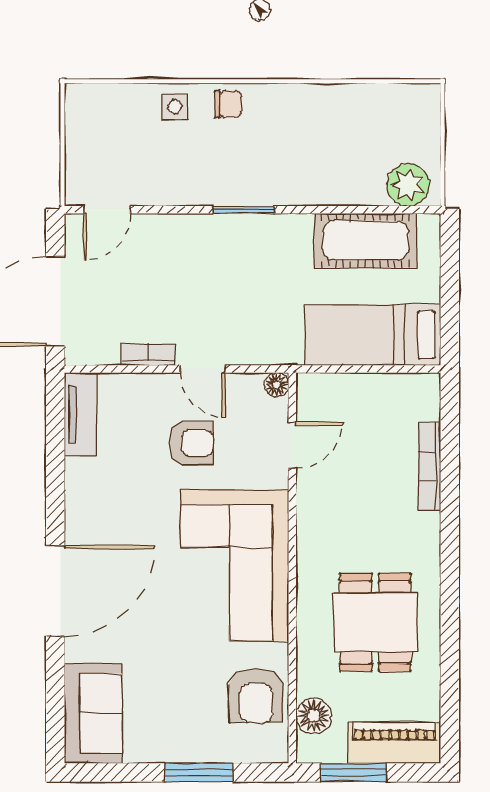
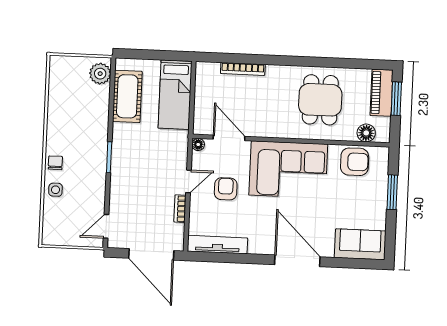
door: (107, 210) -> (106, 226), swing flipped
tv unit: (80, 414) -> (217, 245), width x1.41
door: (292, 445) -> (229, 138), width x1.38
dining table: (375, 622) -> (320, 100), turned 90
window: (353, 772) -> (396, 99), moved

